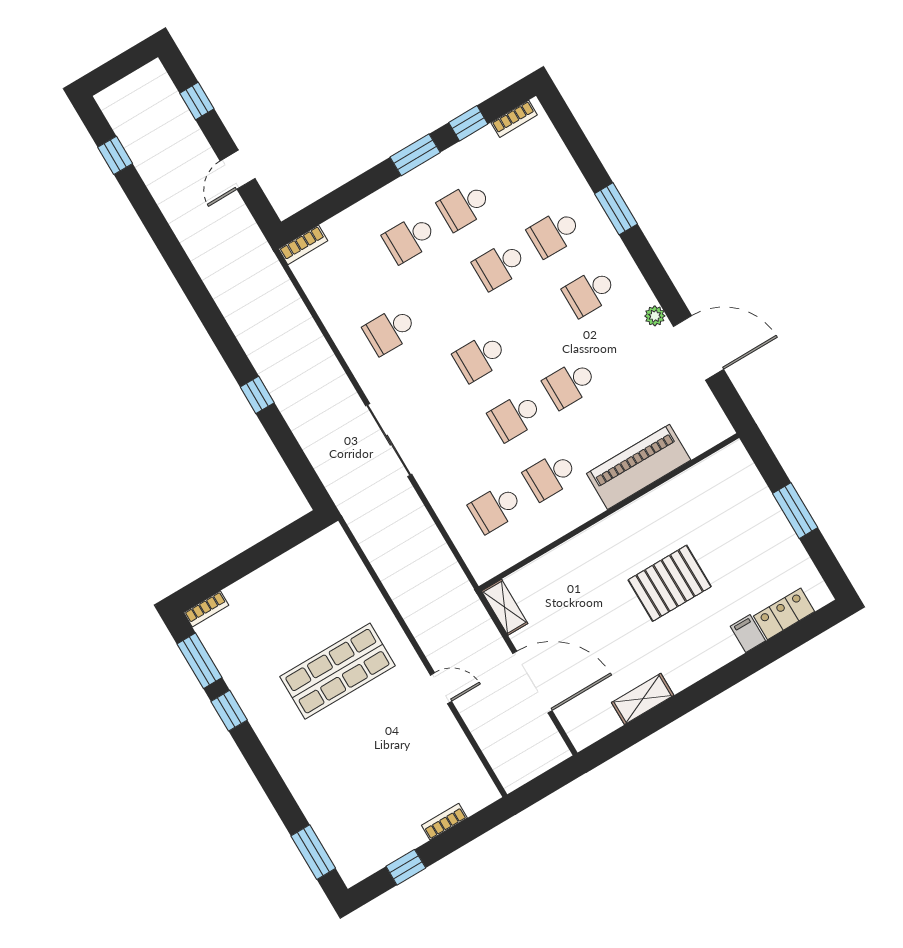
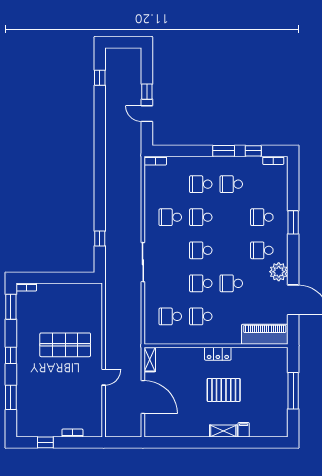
window: (197, 101) -> (147, 92), moved
door: (238, 170) -> (147, 114), hinge flipped
school desk: (500, 265) -> (201, 217), moved
plant: (655, 316) -> (279, 272), width x1.87, depth x1.87
window: (257, 395) -> (100, 239), moved
piano: (639, 467) -> (265, 334), moved
window: (795, 511) -> (293, 391), width x1.44
locker: (784, 614) -> (218, 354), moved, turned 180
door: (441, 688) -> (104, 377), hinge flipped
shelving: (643, 699) -> (223, 431), moved
window: (229, 711) -> (11, 355), moved
window: (313, 852) -> (11, 397), moved

